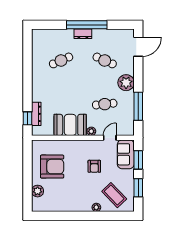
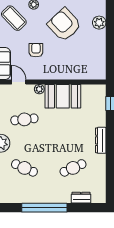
dresser: (83, 34) -> (81, 198), moved
dresser: (36, 114) -> (101, 140), moved
door: (110, 138) -> (19, 82), swing flipped
armchair: (52, 167) -> (64, 25), moved, turned 47

